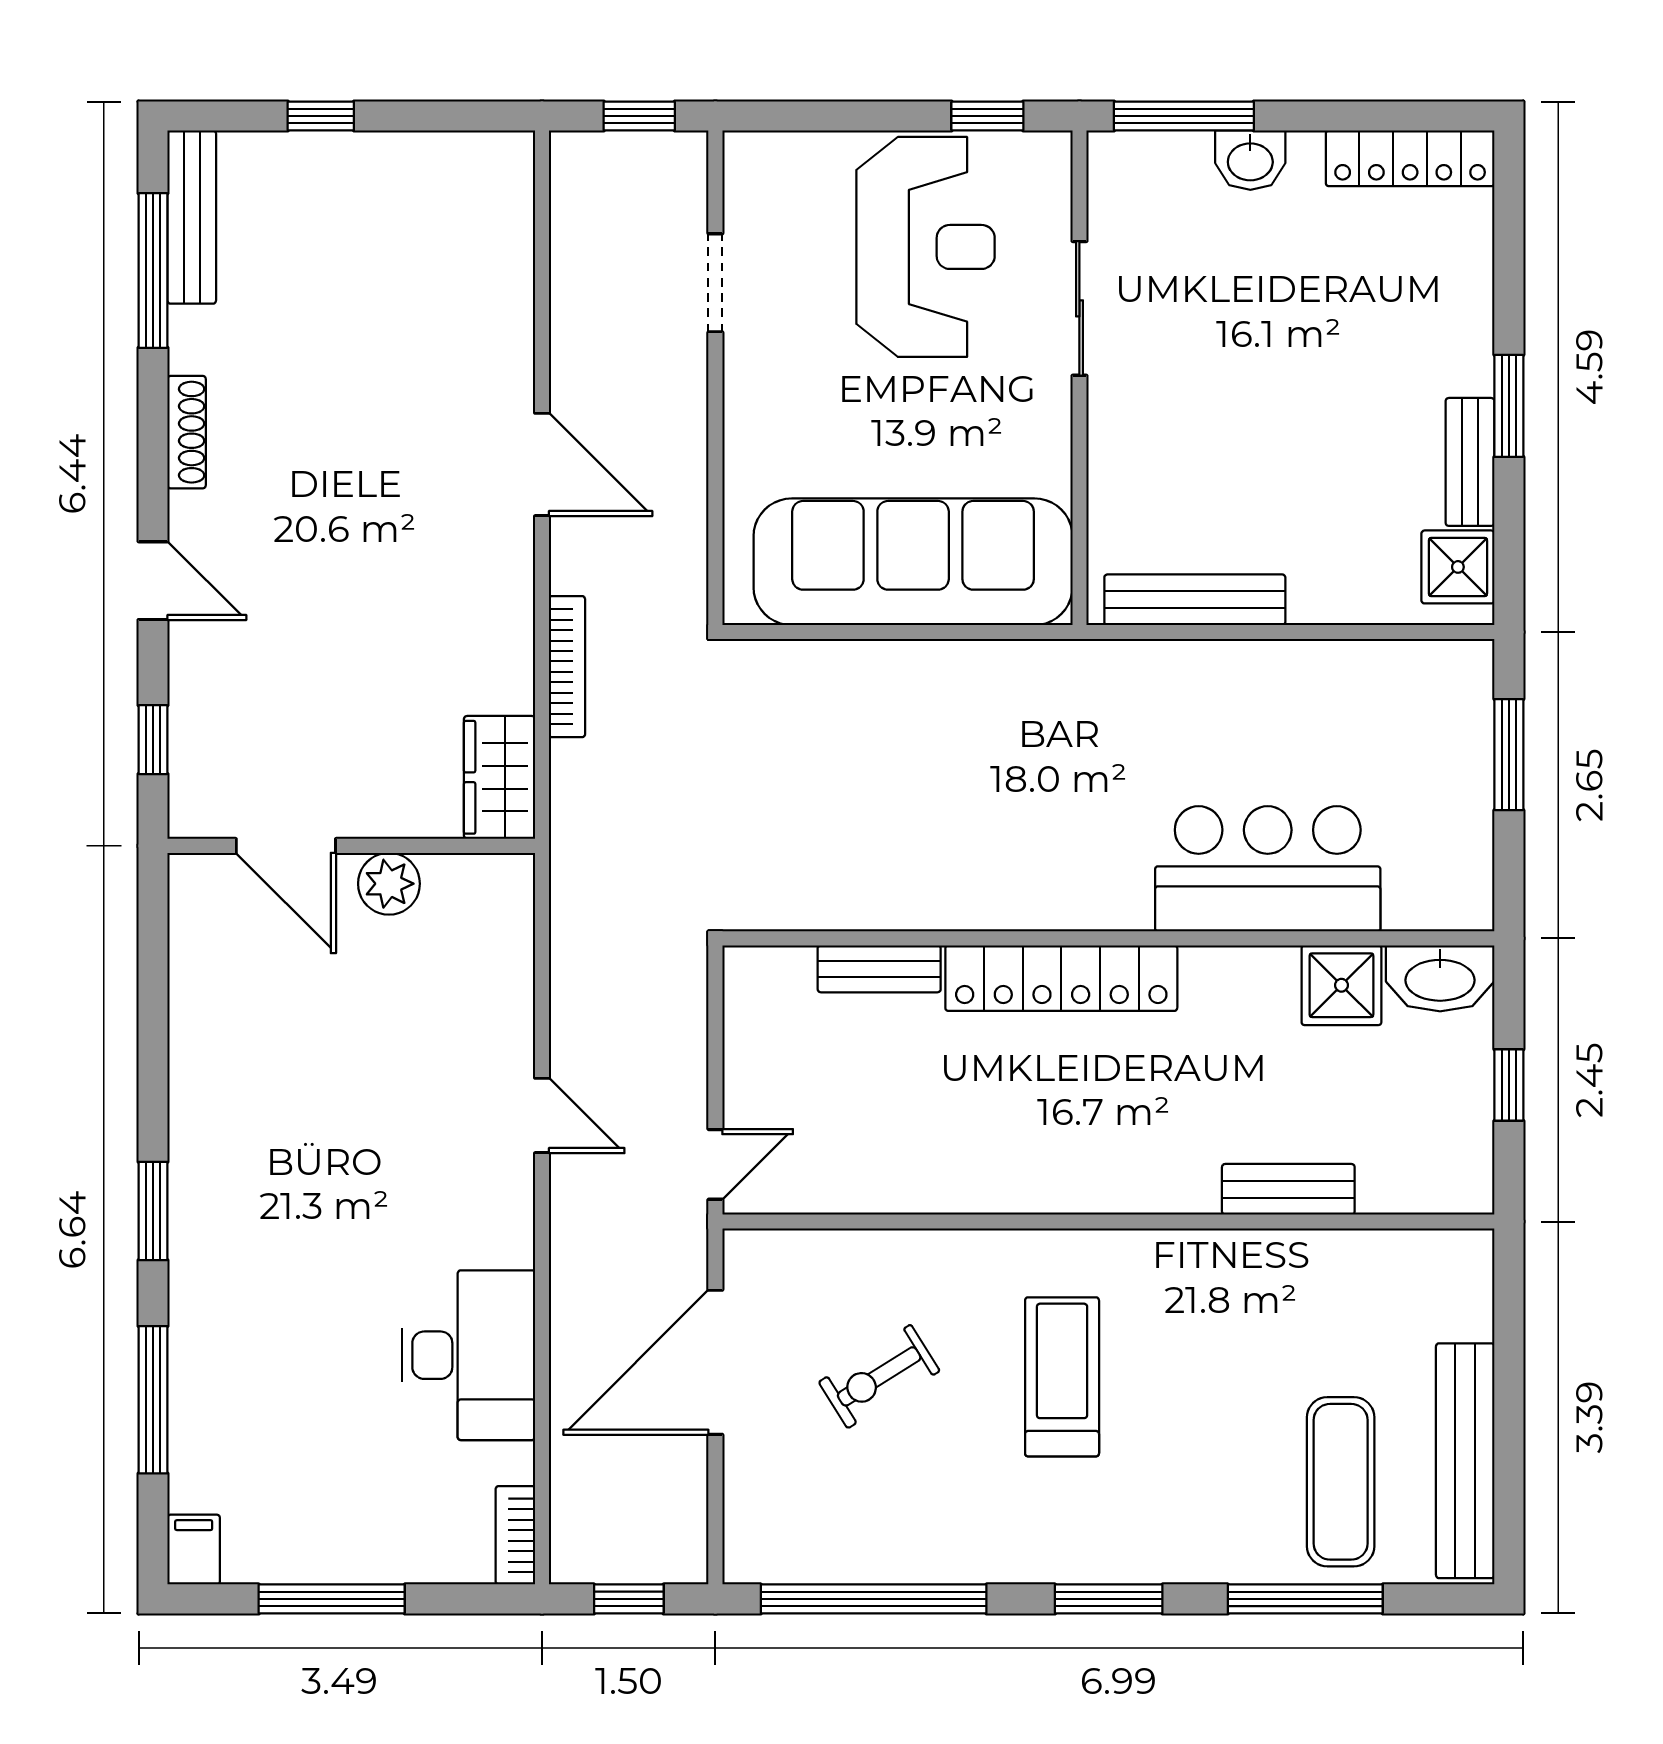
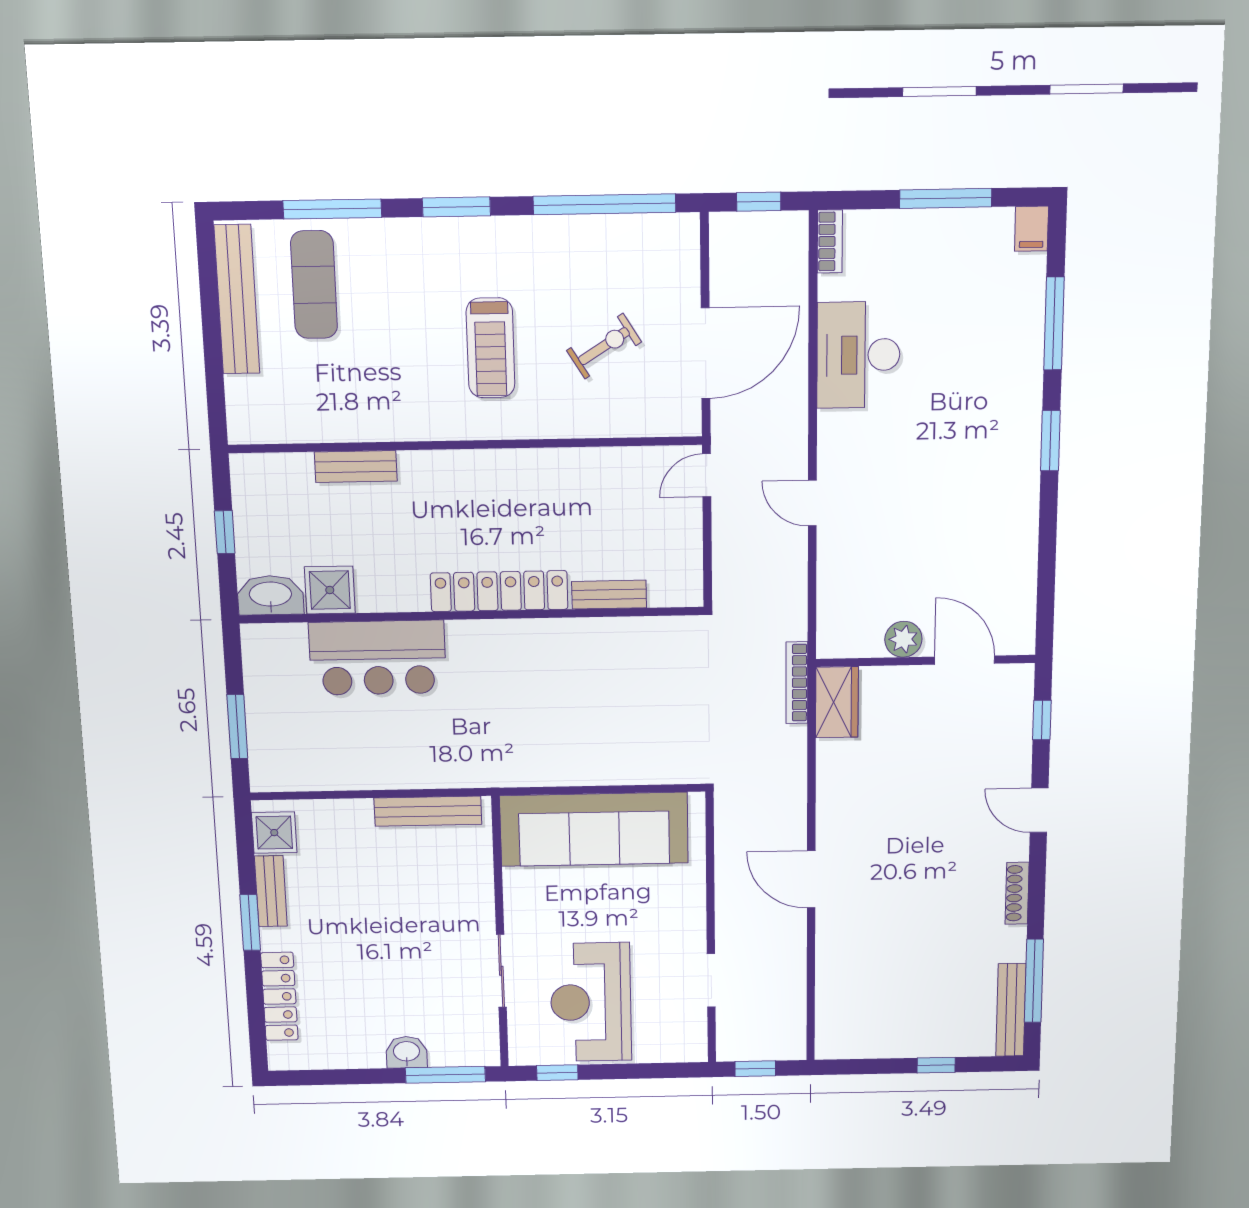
locker: (1410, 158) -> (279, 996), moved, turned 90
bookcase: (567, 667) -> (797, 683), moved

